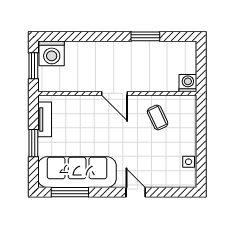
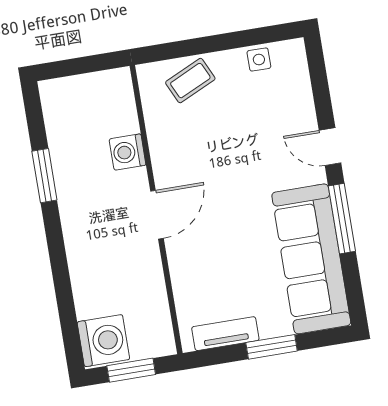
washing machine: (188, 83) -> (128, 152), moved
coffee table: (158, 117) -> (190, 81), moved
window: (70, 192) -> (342, 219), moved
door: (136, 192) -> (330, 147), hinge flipped

